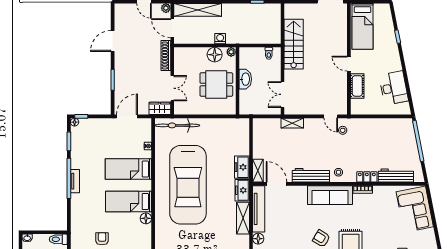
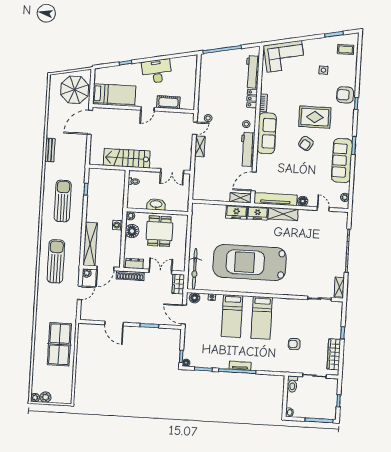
dresser: (179, 59) -> (134, 264), added
desk: (394, 88) -> (157, 71), moved
shelving: (292, 123) -> (200, 146), moved
car: (188, 185) -> (250, 262), turned 180
floor lamp: (146, 218) -> (195, 298), moved

